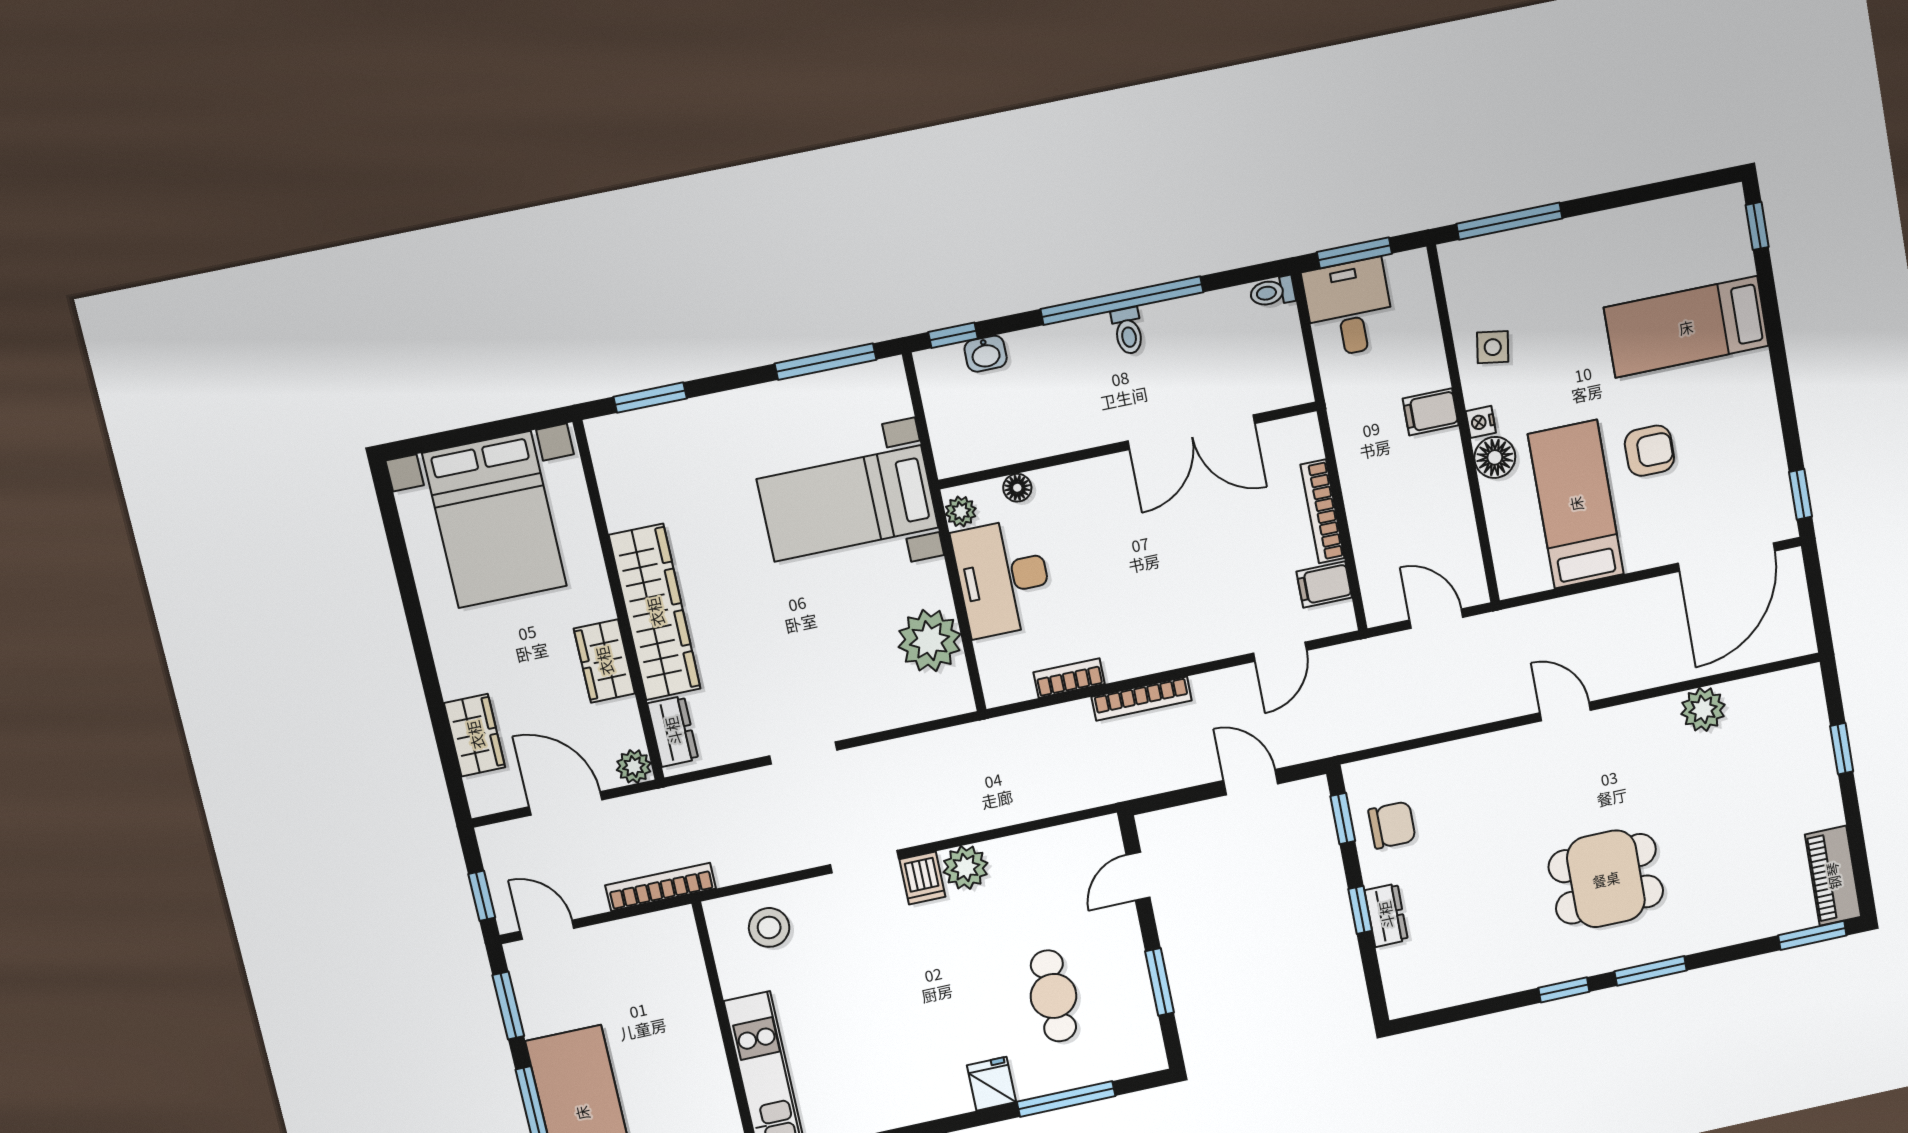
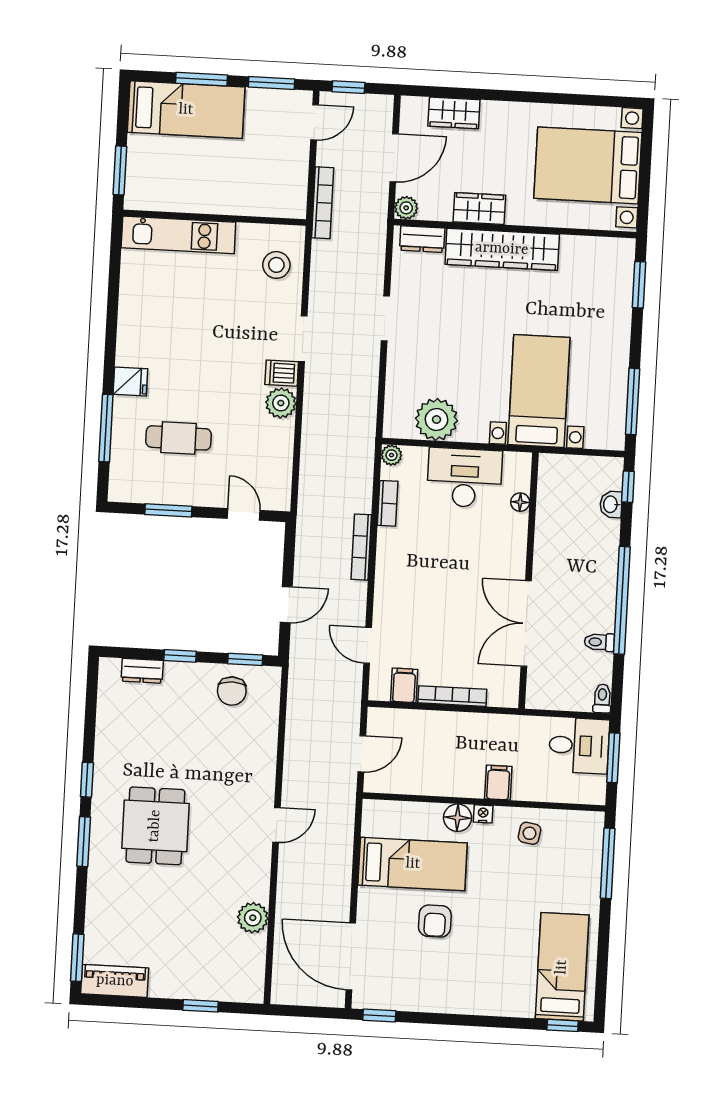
bed: (1686, 327) -> (562, 967), moved
toilet: (1128, 331) -> (599, 642), moved
plant: (961, 511) -> (391, 455), moved
dresser: (1386, 915) -> (142, 671), moved

